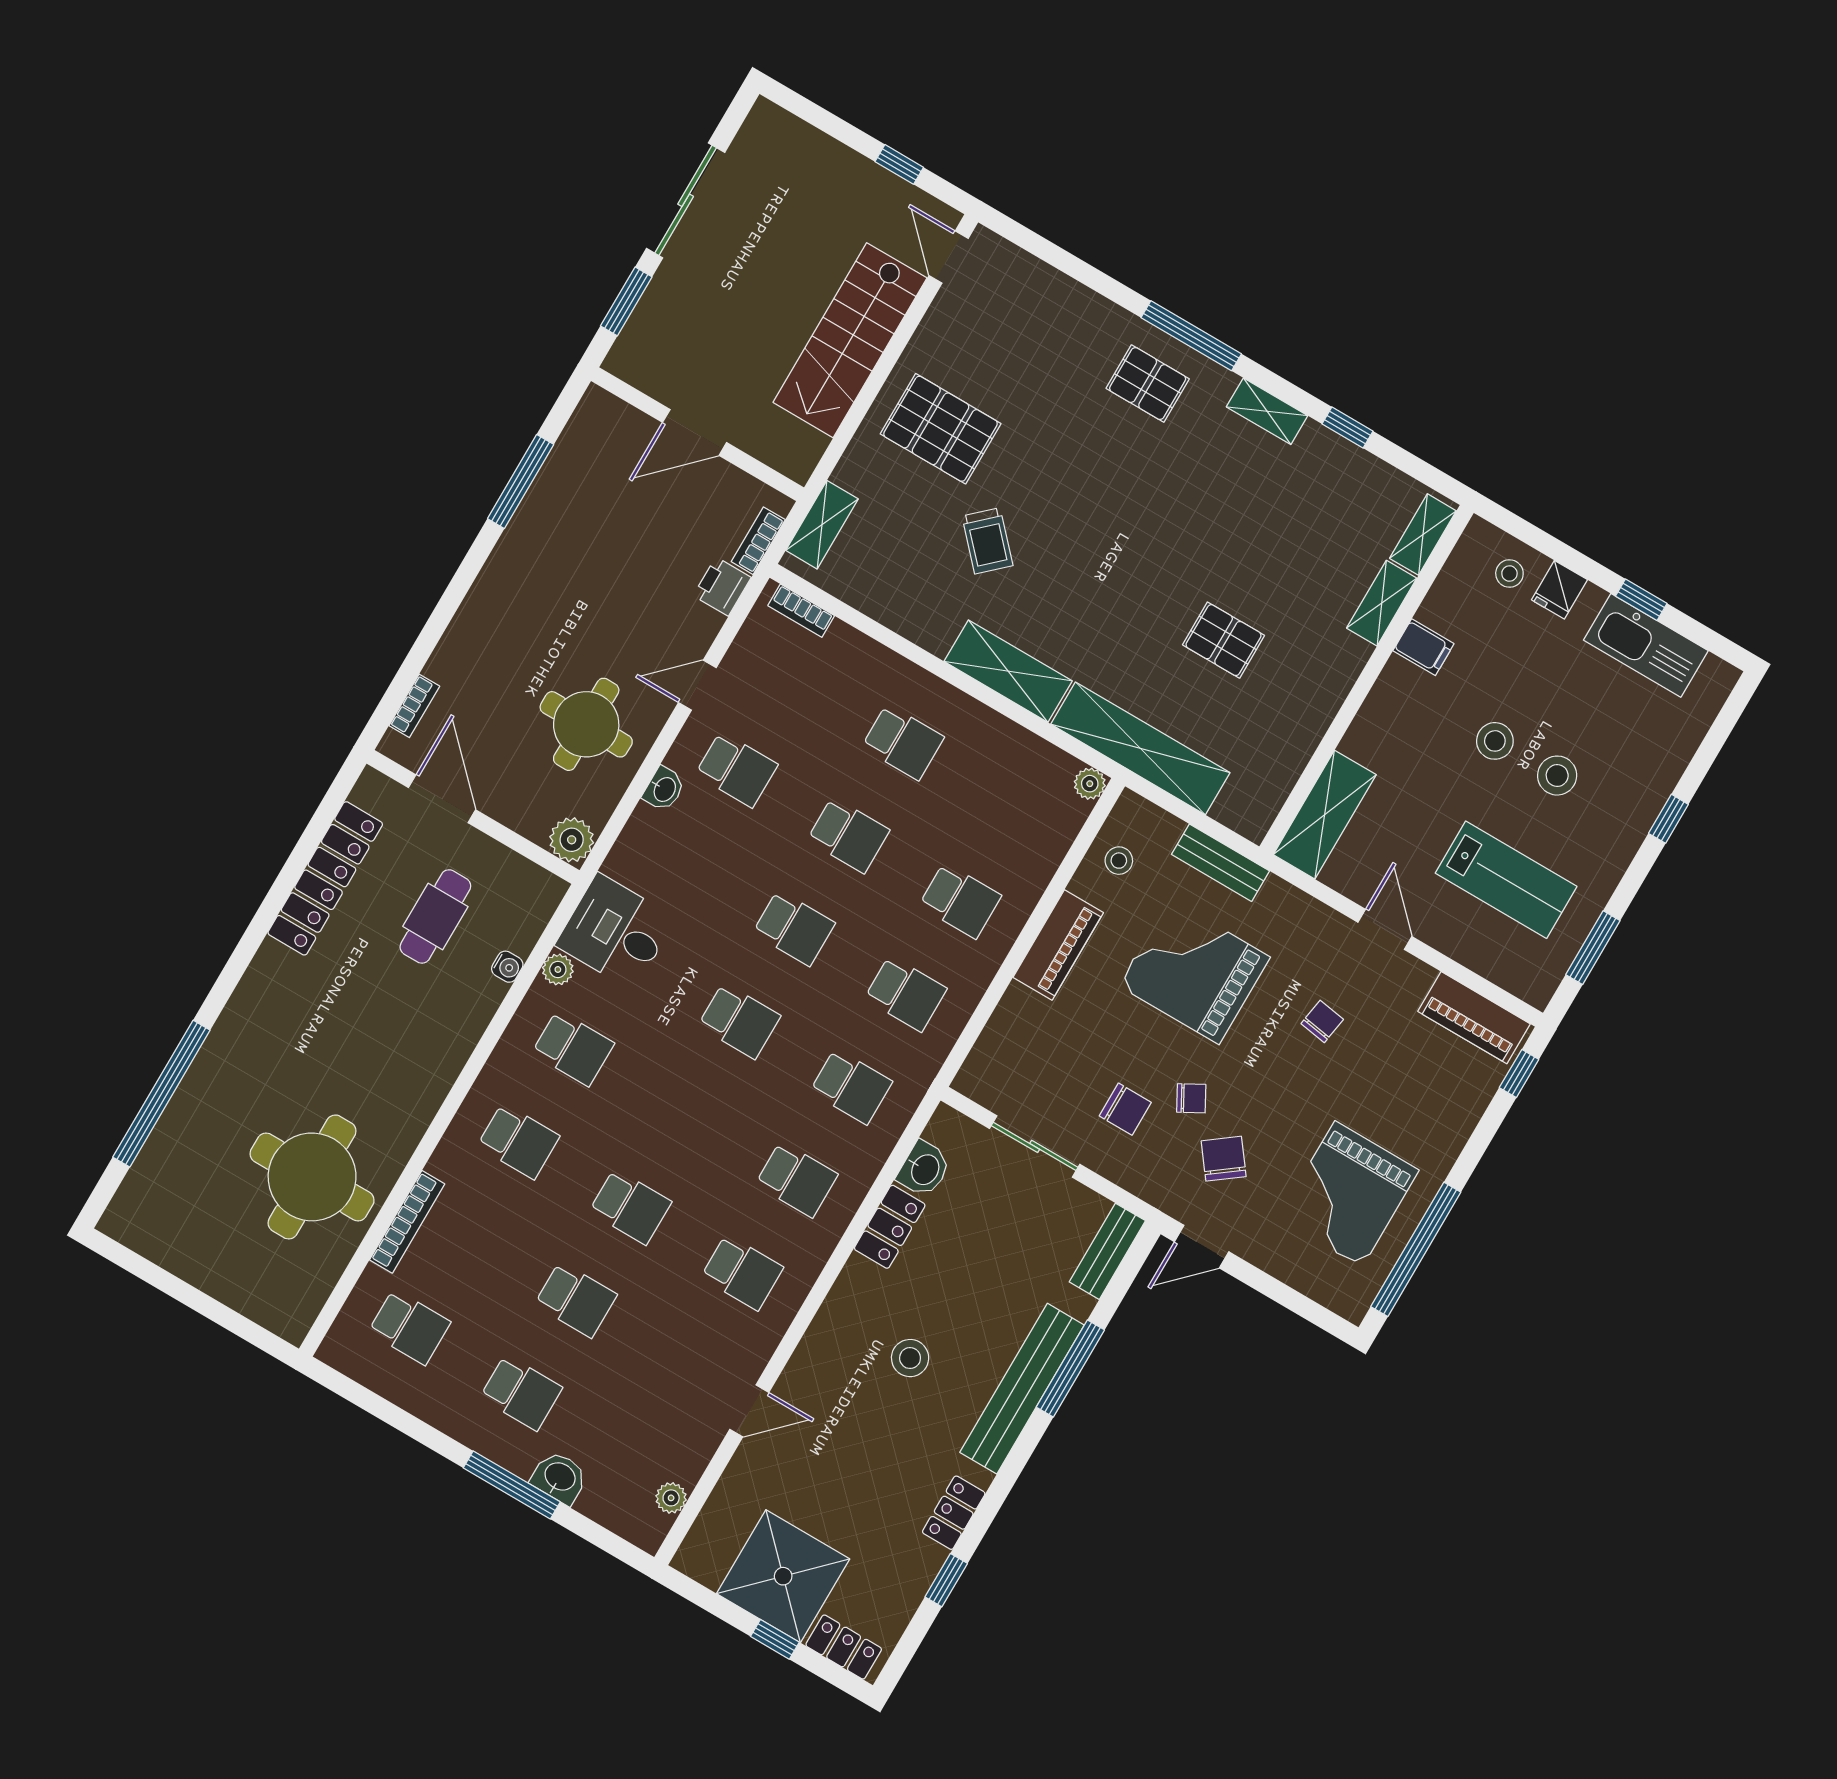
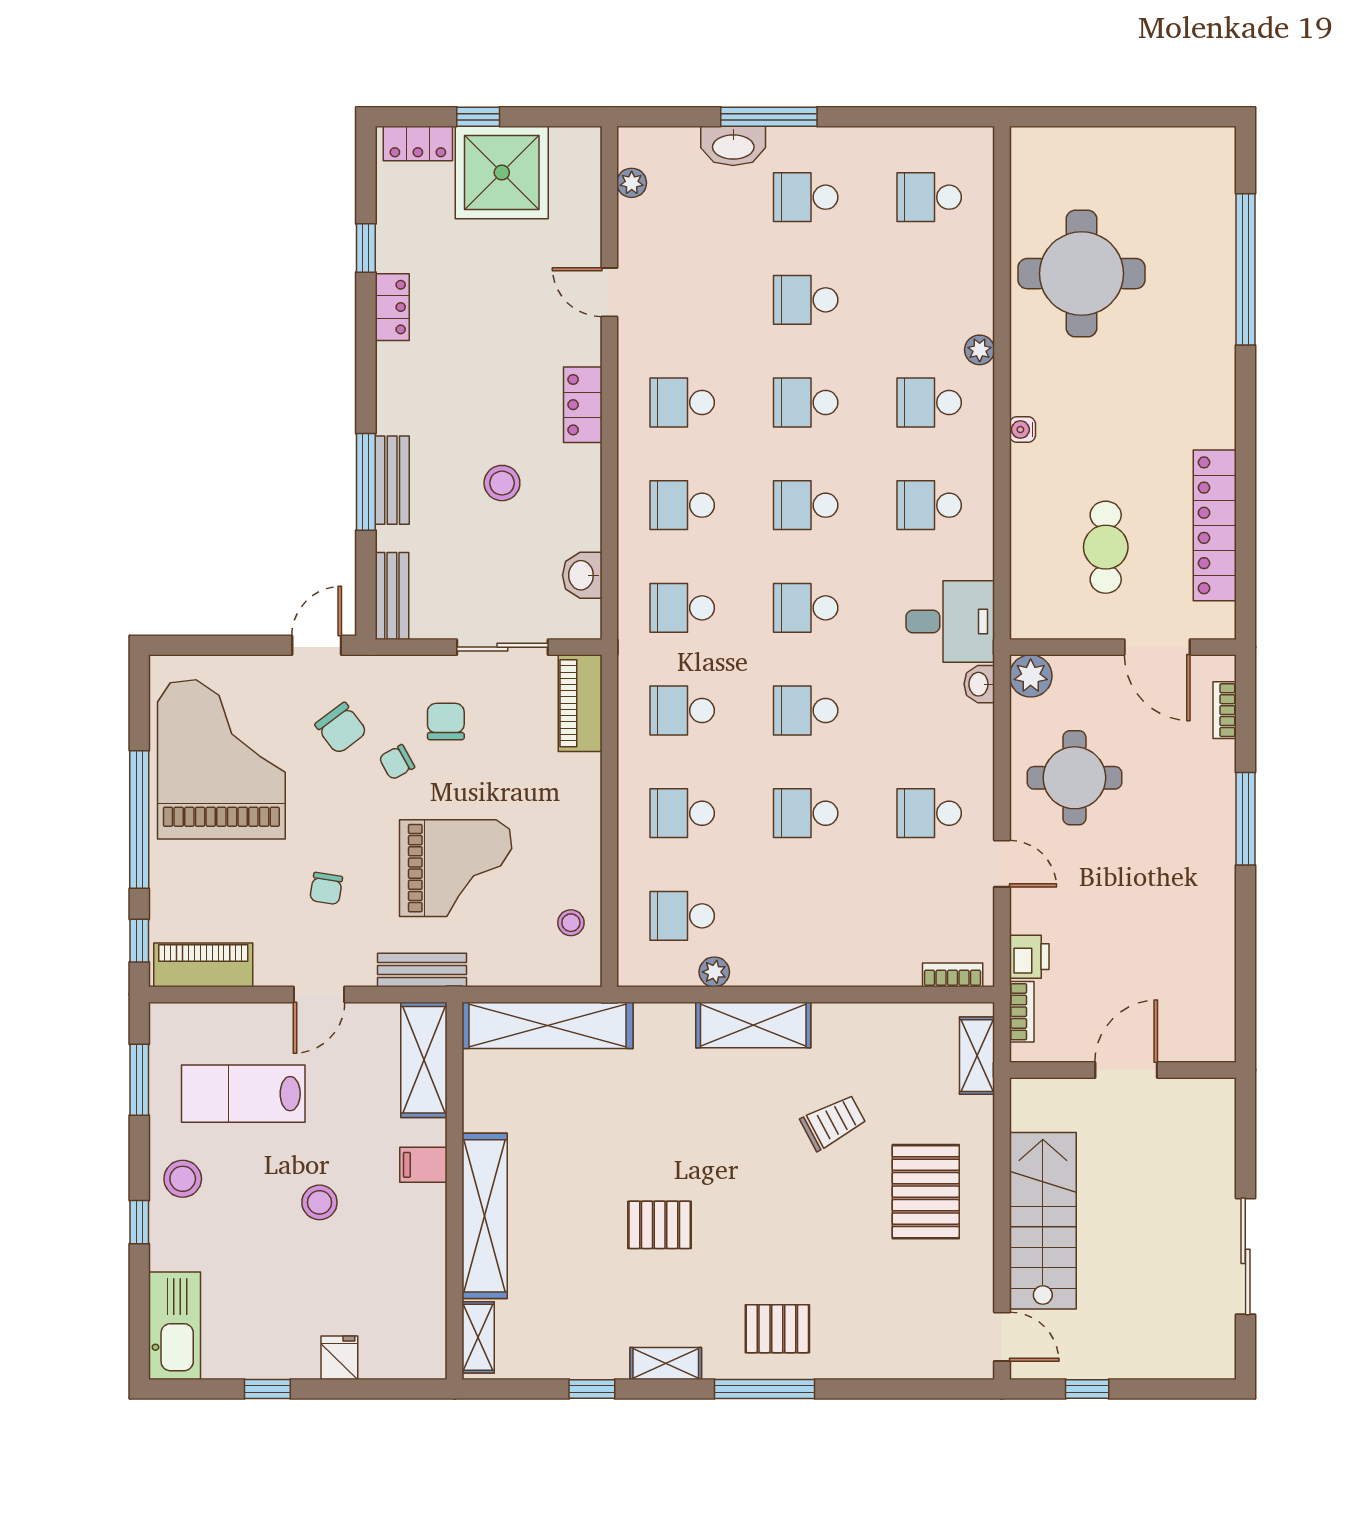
window: (626, 301) -> (1245, 1145), removed
pallet: (941, 429) -> (926, 1192), turned 90
window: (521, 481) -> (1245, 819), moved
trolley: (987, 541) -> (833, 1122), turned 105
stool: (1509, 573) -> (388, 1347), removed
shelving: (1382, 603) -> (485, 1216), width x2.20, depth x1.33
pallet: (1224, 640) -> (660, 1225), moved
kitchen sink: (1646, 645) -> (175, 1326), moved, turned 90
filing cabinet: (1423, 647) -> (423, 1165), moved
door: (697, 685) -> (1002, 864), hinge flipped
school desk: (903, 742) -> (682, 916), moved
shelving: (1140, 748) -> (548, 1025), moved
stool: (1557, 776) -> (183, 1179), moved
plant: (1090, 784) -> (714, 972), moved
washbasin: (664, 789) -> (979, 684), moved
bench: (1220, 863) -> (422, 970), moved
door: (1385, 929) -> (319, 994), hinge flipped
piano: (1058, 945) -> (580, 703), moved
water cooler: (507, 967) -> (1022, 430), moved
plant: (558, 969) -> (980, 350), moved
chair: (1125, 1109) -> (446, 721), turned 90
school desk: (685, 1114) -> (806, 505), added
grand piano: (1348, 1194) -> (221, 759), width x1.37, depth x1.48
bookcase: (407, 1222) -> (982, 283), removed
locker: (890, 1227) -> (583, 405), moved
window: (1416, 1249) -> (139, 820), moved
stool: (910, 1358) -> (502, 483), moved
bench: (1022, 1389) -> (392, 480), width x0.54, depth x0.82
door: (749, 1411) -> (609, 292), hinge flipped
washbasin: (559, 1477) -> (733, 146), width x1.38

